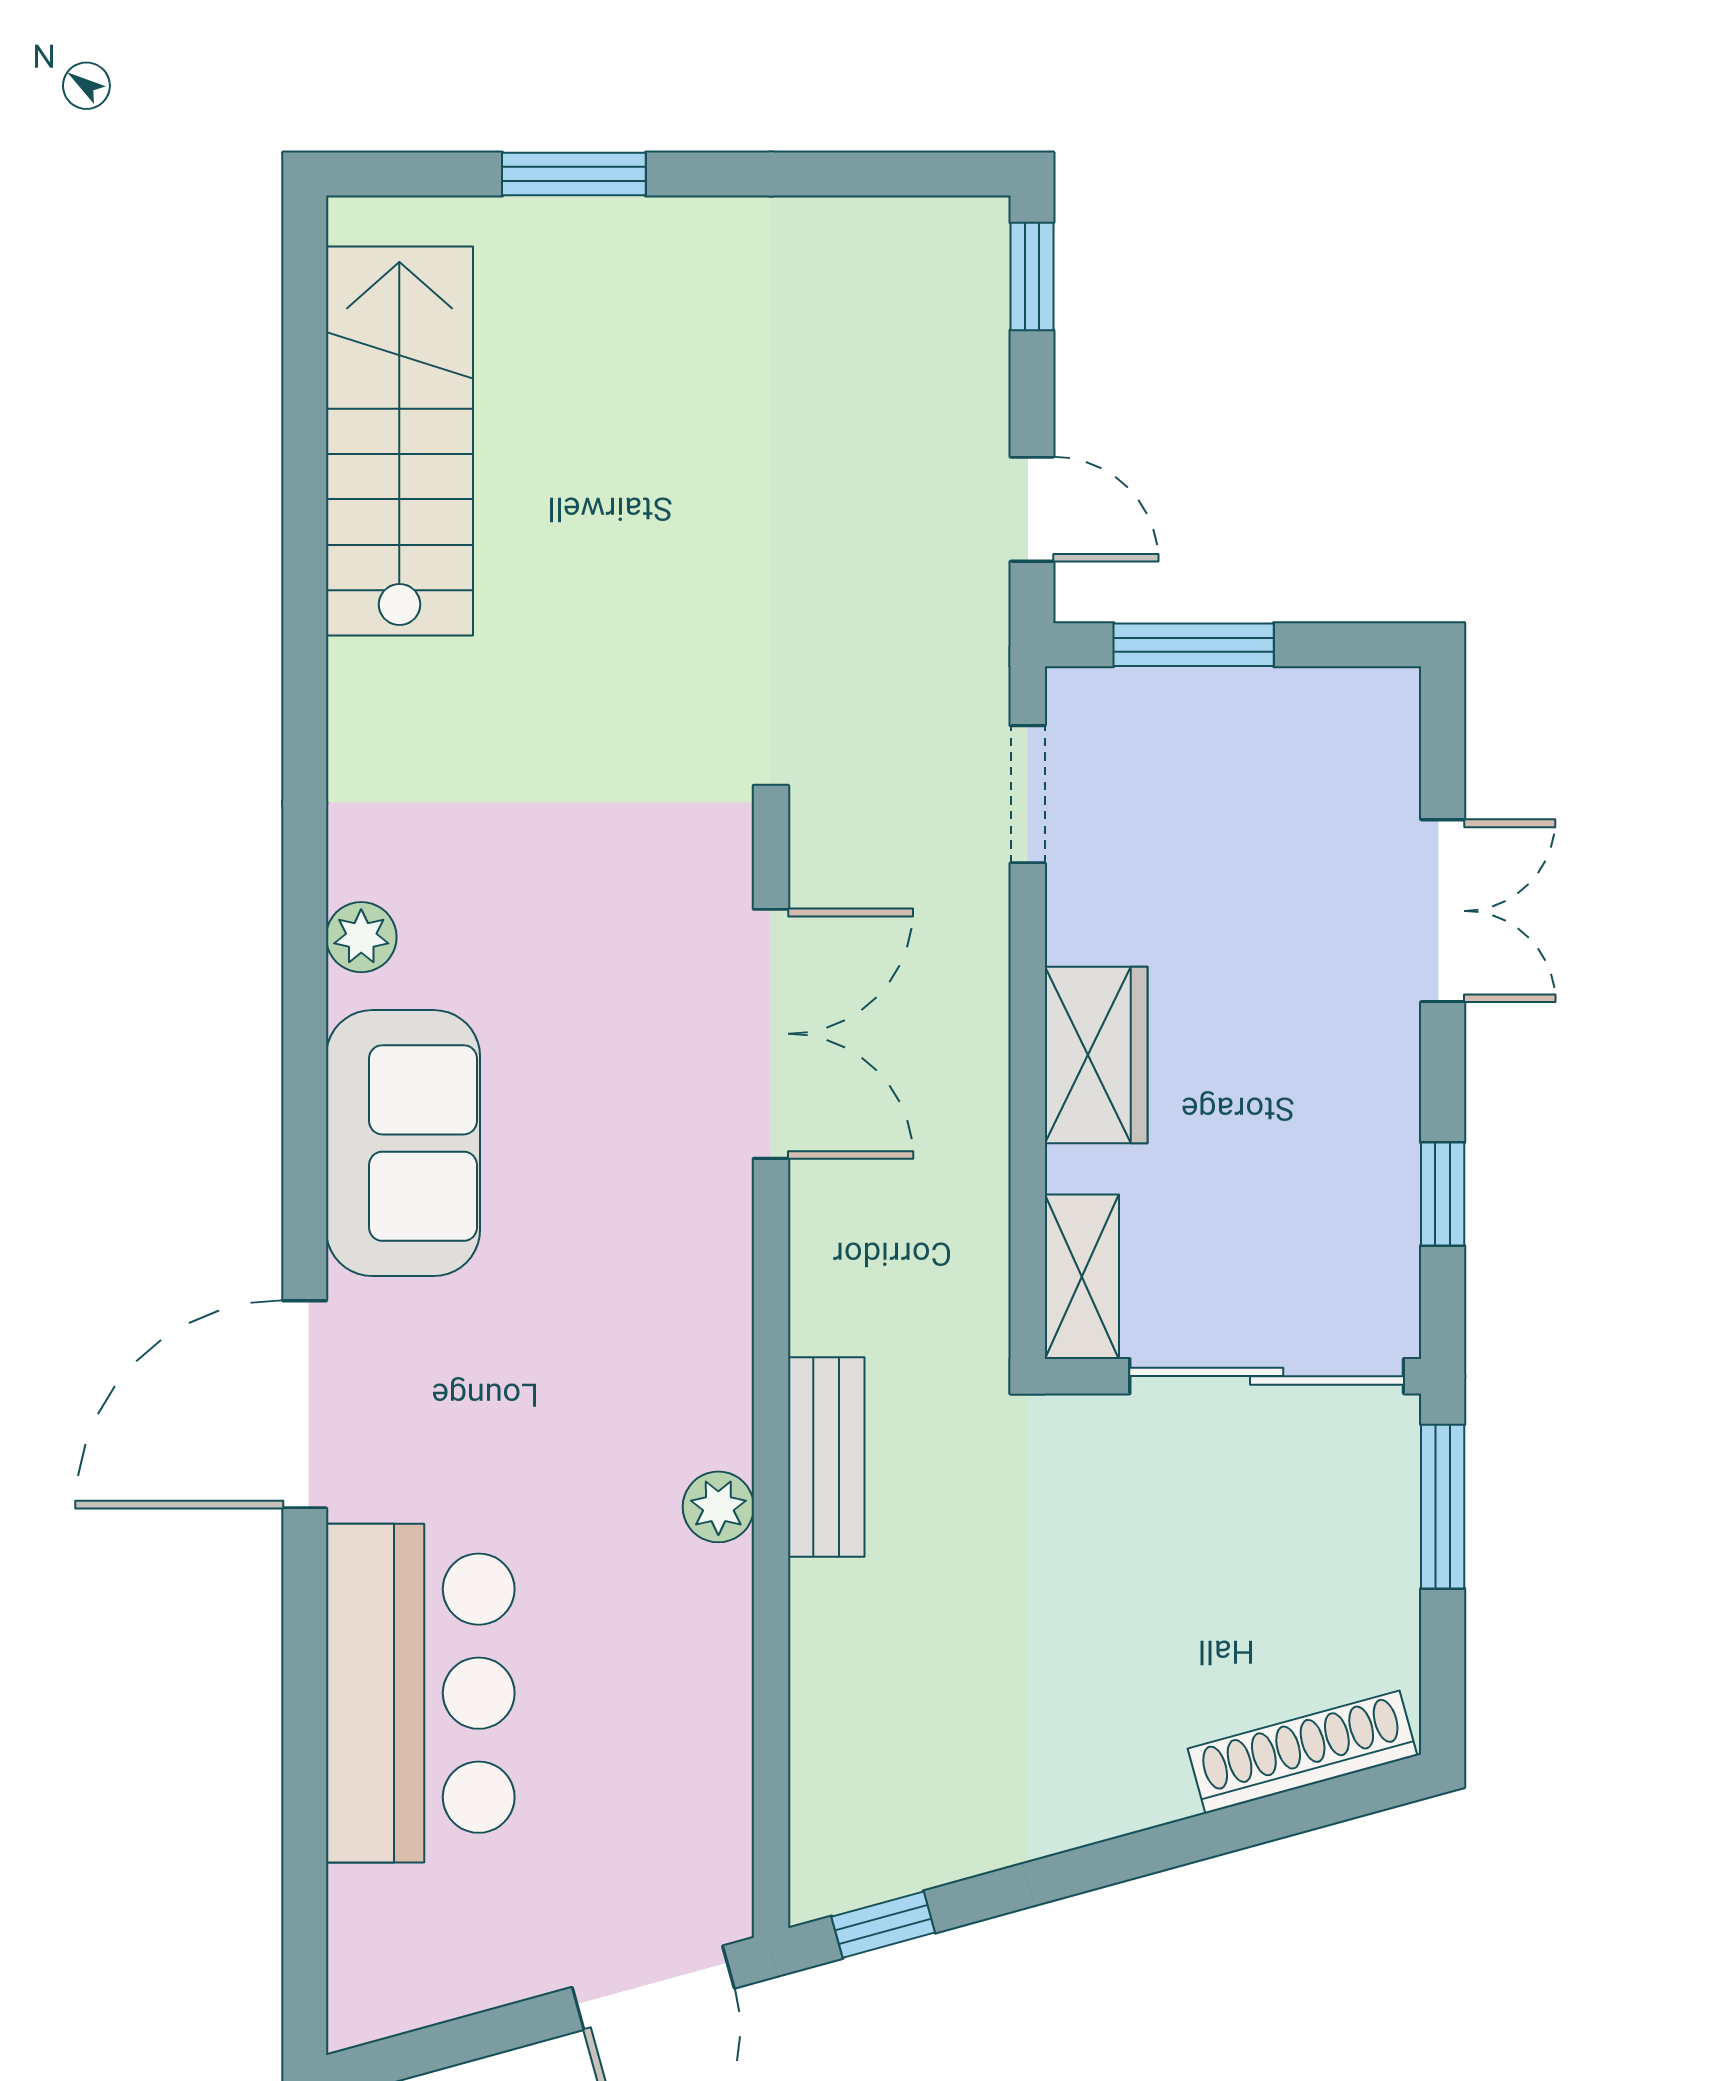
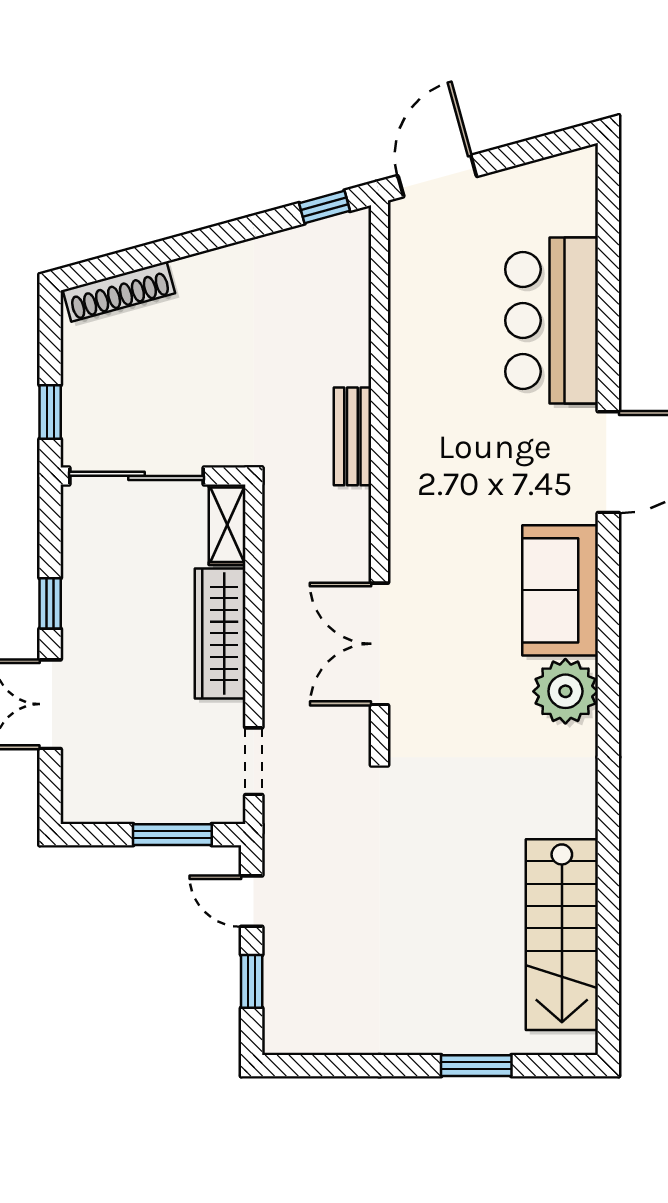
window: (1032, 276) -> (252, 981), moved
plant: (361, 937) -> (565, 691), width x1.88, depth x1.88
wardrobe: (1096, 1055) -> (220, 633), width x1.50
window: (1443, 1194) -> (50, 603), moved
plant: (718, 1507) -> (405, 412), removed
window: (1443, 1507) -> (50, 412), width x0.67

